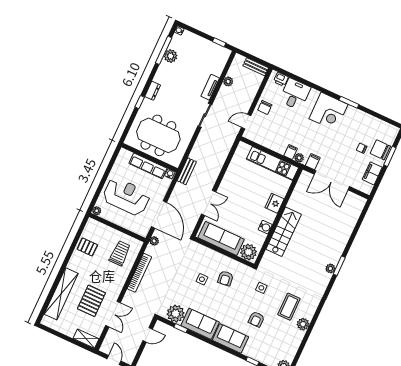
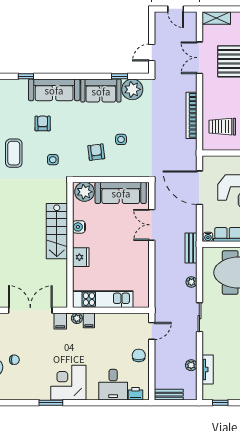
tv unit: (210, 87) -> (208, 370), moved
plant: (154, 241) -> (191, 282), moved
trolley: (120, 253) -> (222, 127), turned 90
sofa: (230, 338) -> (54, 90), width x1.36

